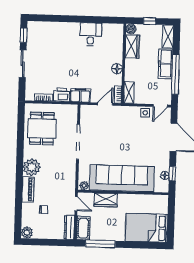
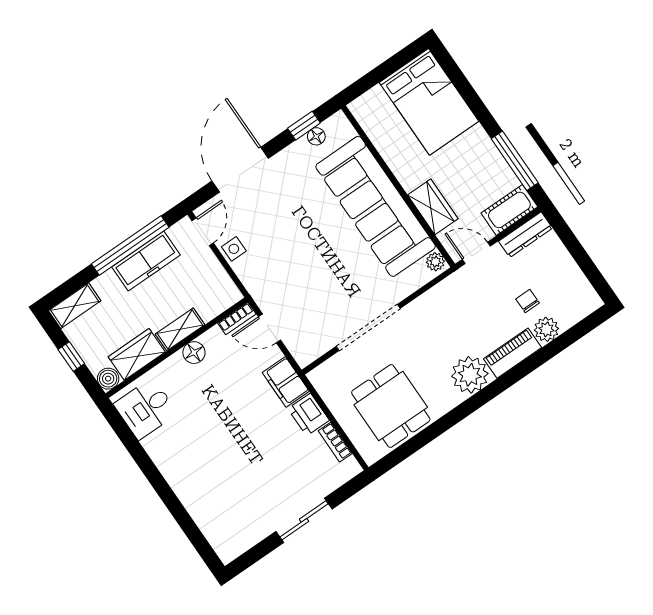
desk: (90, 34) -> (146, 409), moved
window: (24, 35) -> (254, 555), removed
freezer: (165, 64) -> (146, 261), moved
shelving: (129, 93) -> (180, 329), moved
door: (160, 106) -> (203, 232), hinge flipped
dining table: (42, 128) -> (391, 406), turned 90
door: (76, 204) -> (476, 253), hinge flipped
plant: (27, 232) -> (546, 329), moved

